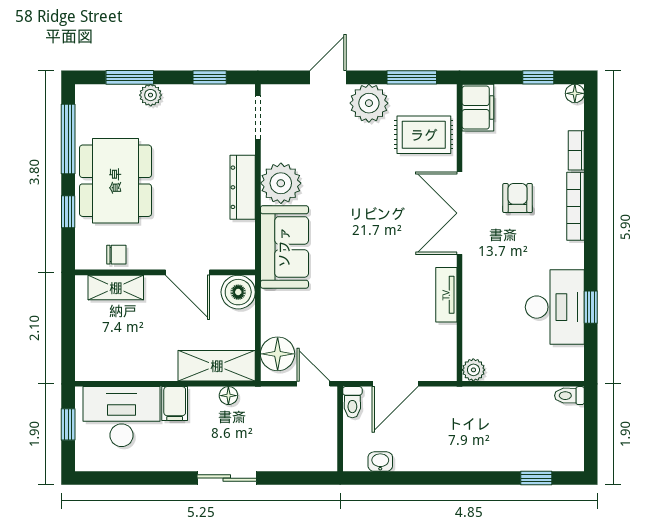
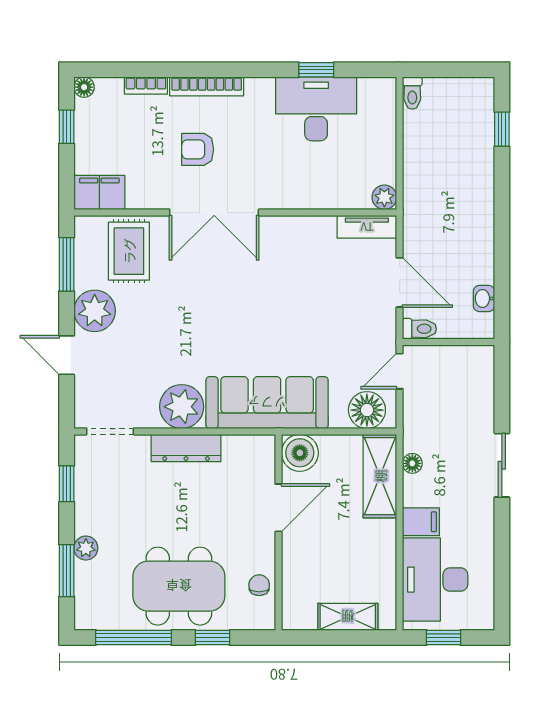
sofa: (284, 247) -> (267, 403), width x1.36
shelving: (116, 288) -> (348, 617), moved, turned 90
tv unit: (446, 295) -> (367, 227), moved

